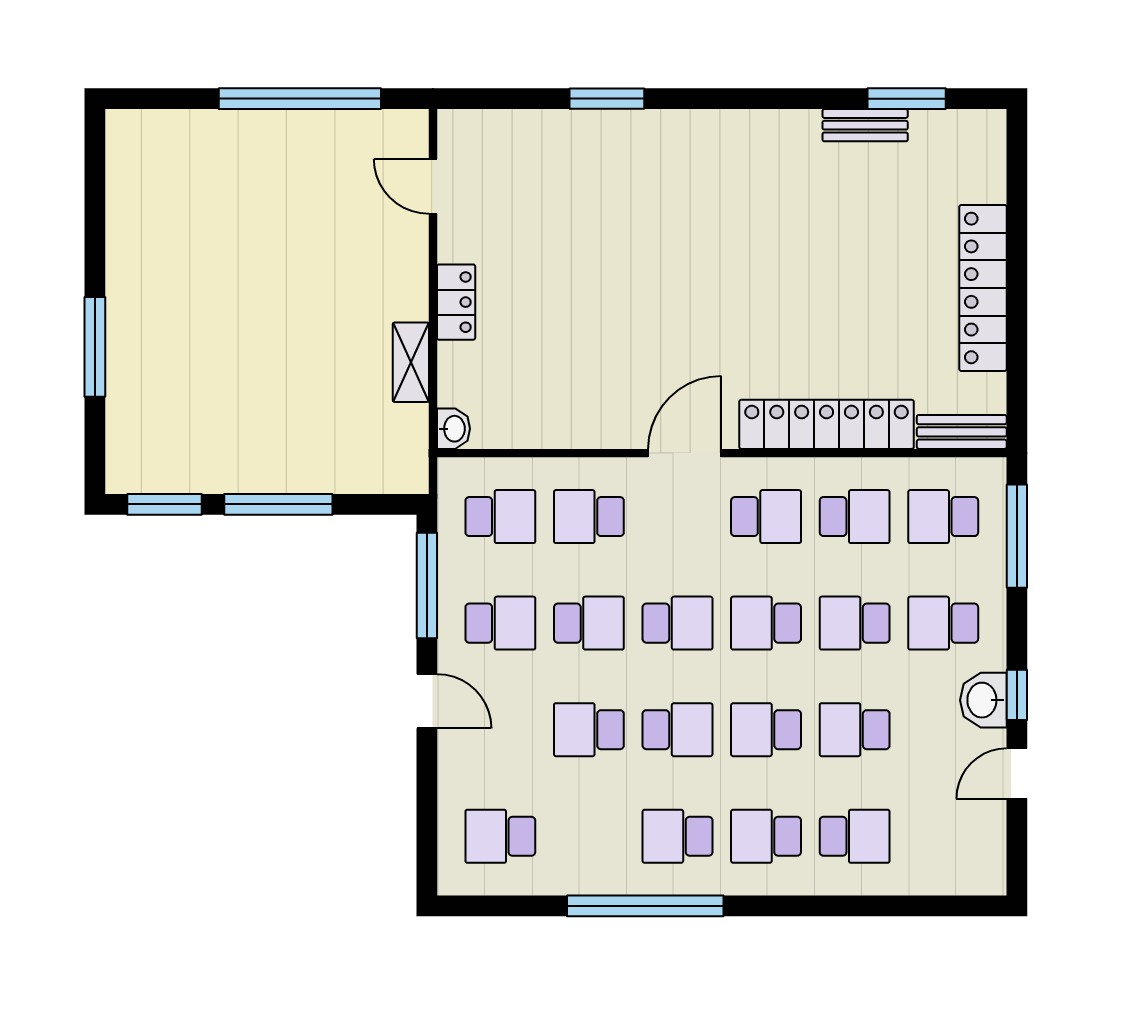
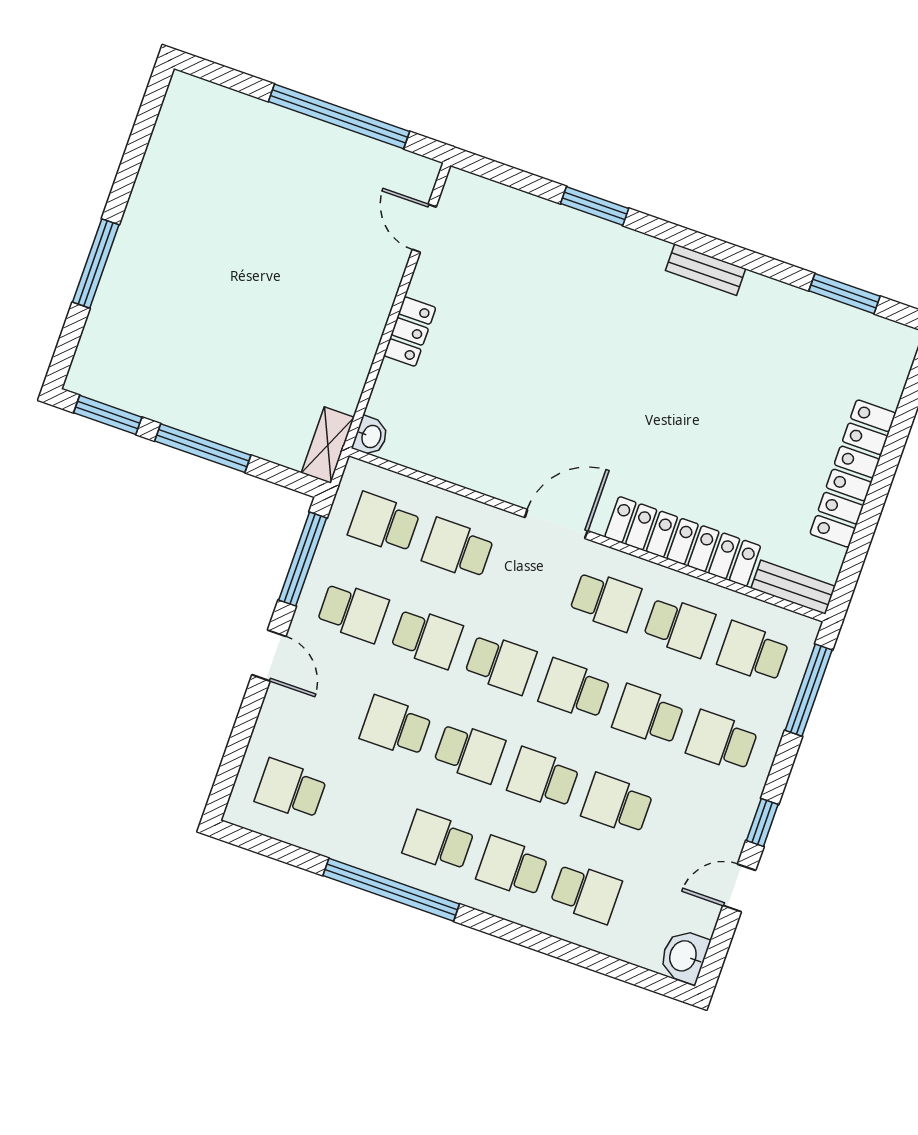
bench: (865, 125) -> (706, 270), moved
shelving: (411, 362) -> (328, 445), moved
school desk: (500, 517) -> (384, 523), turned 180
washbasin: (983, 700) -> (684, 956), moved

